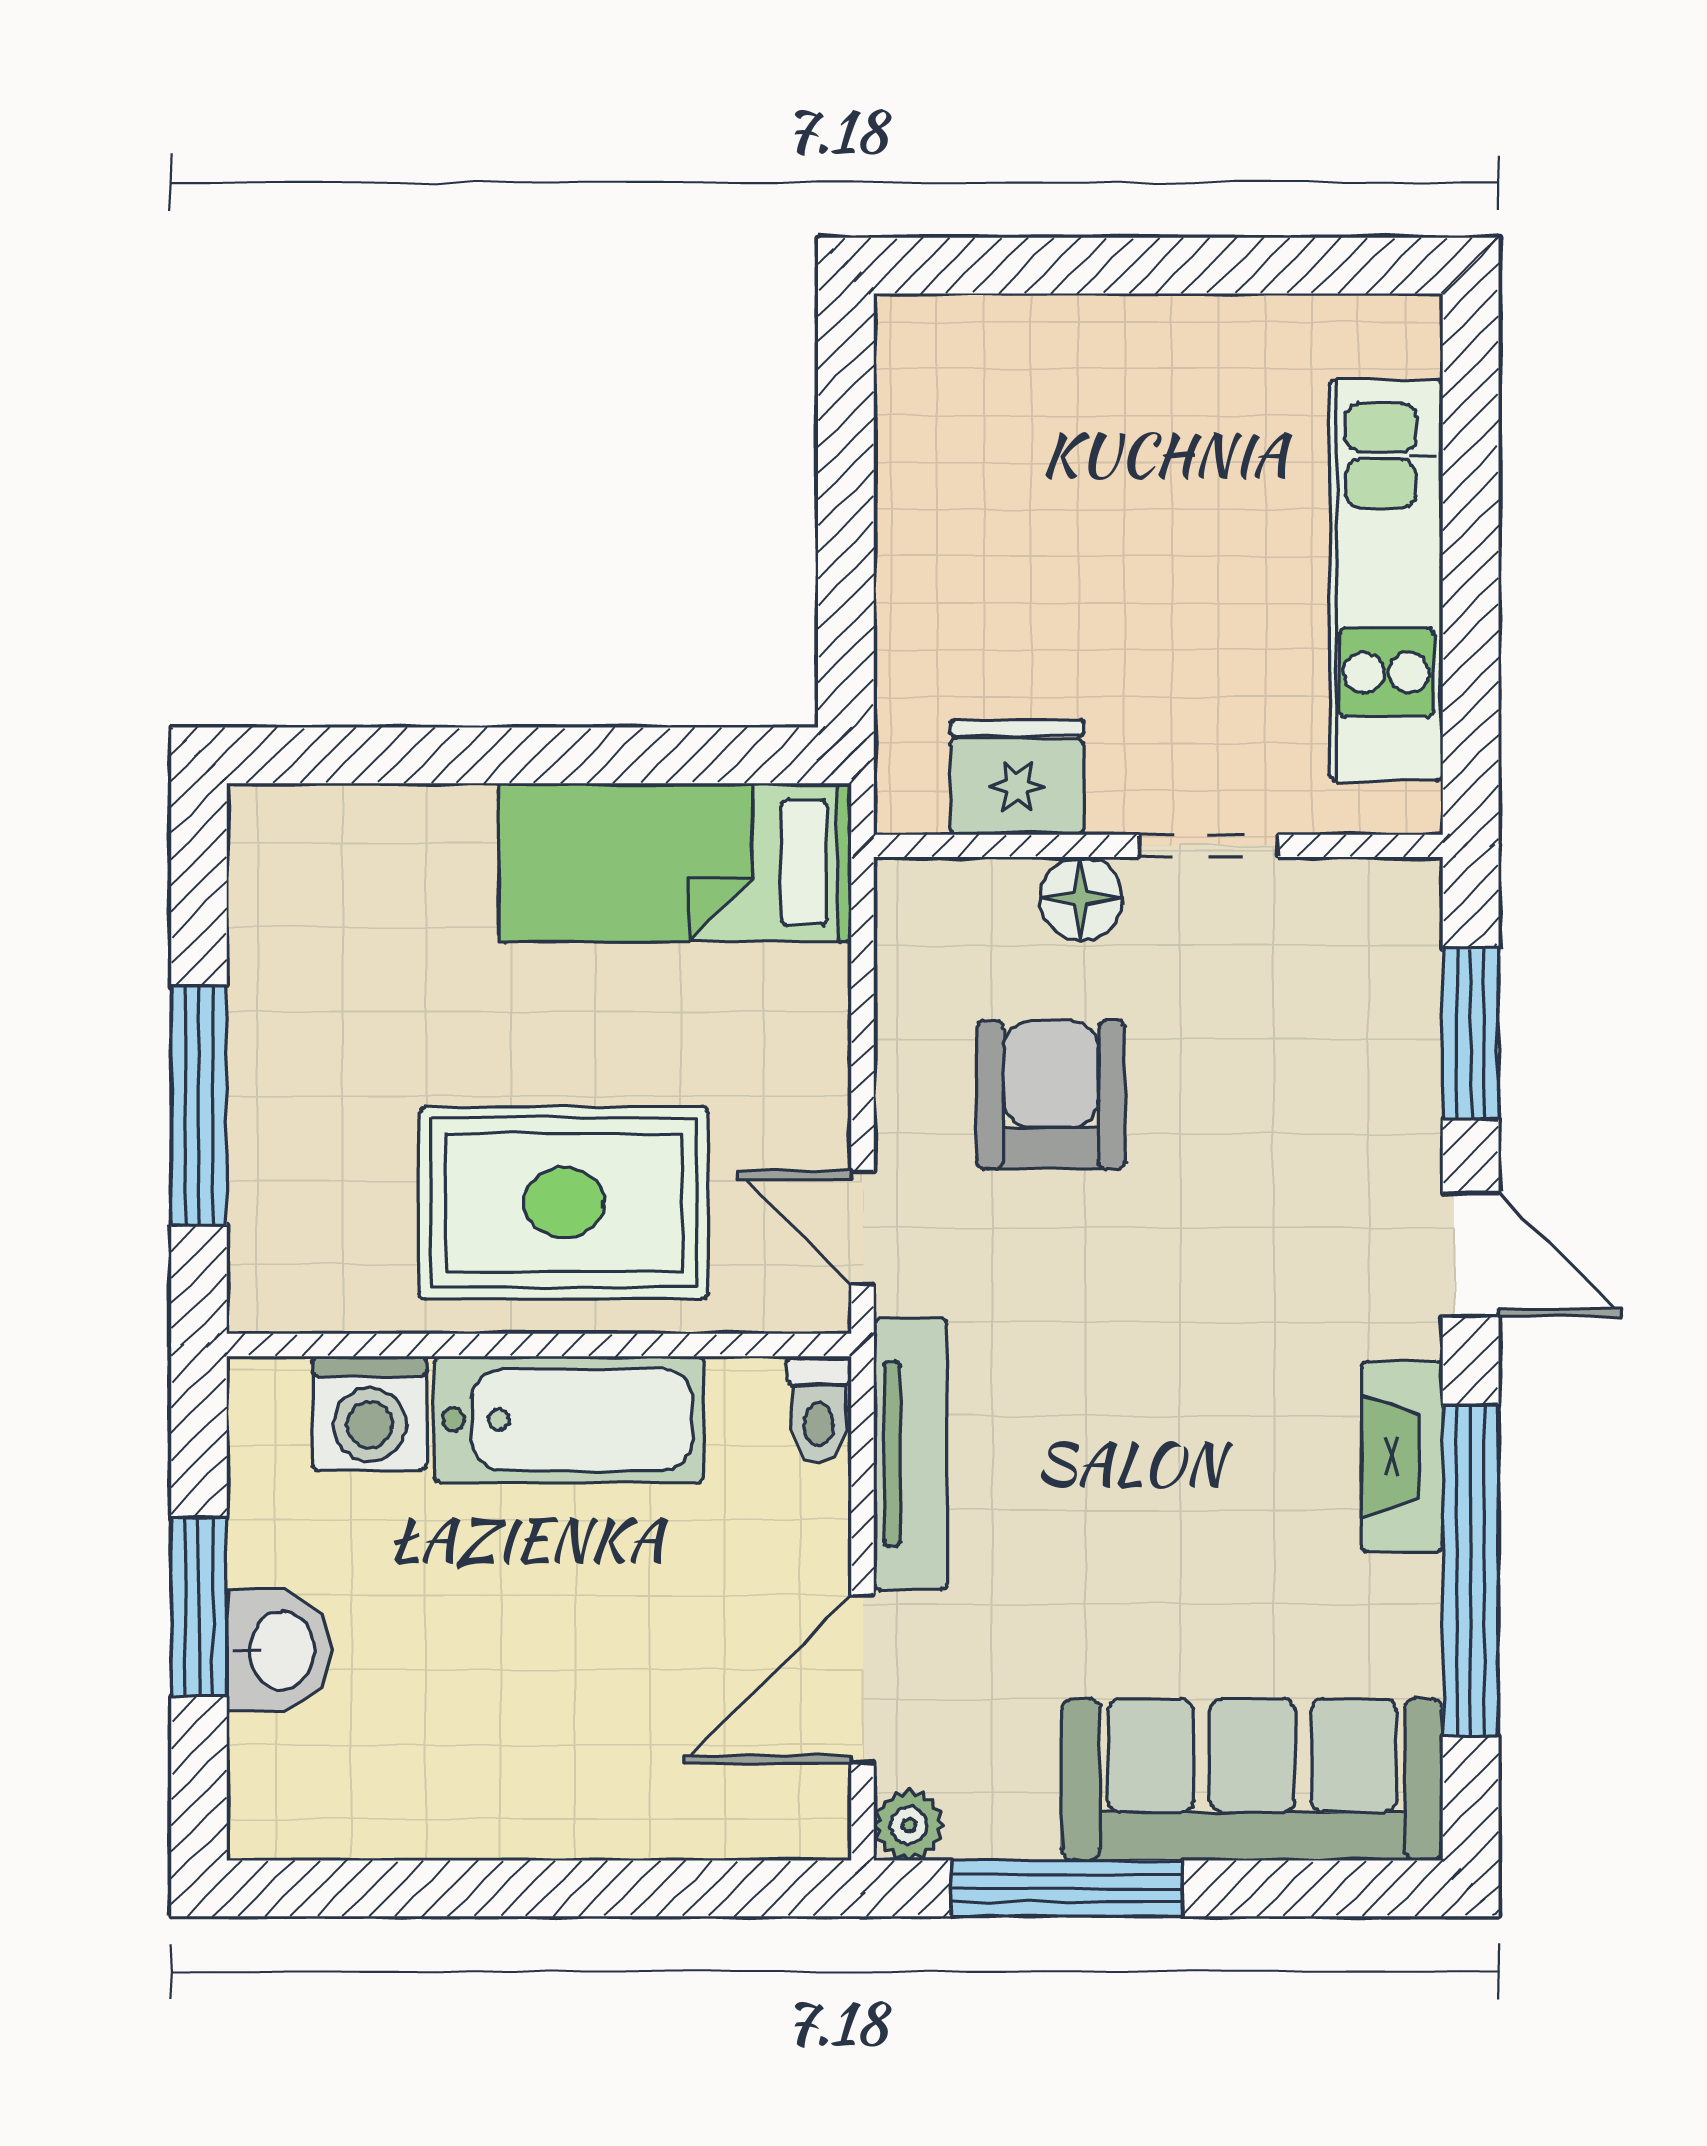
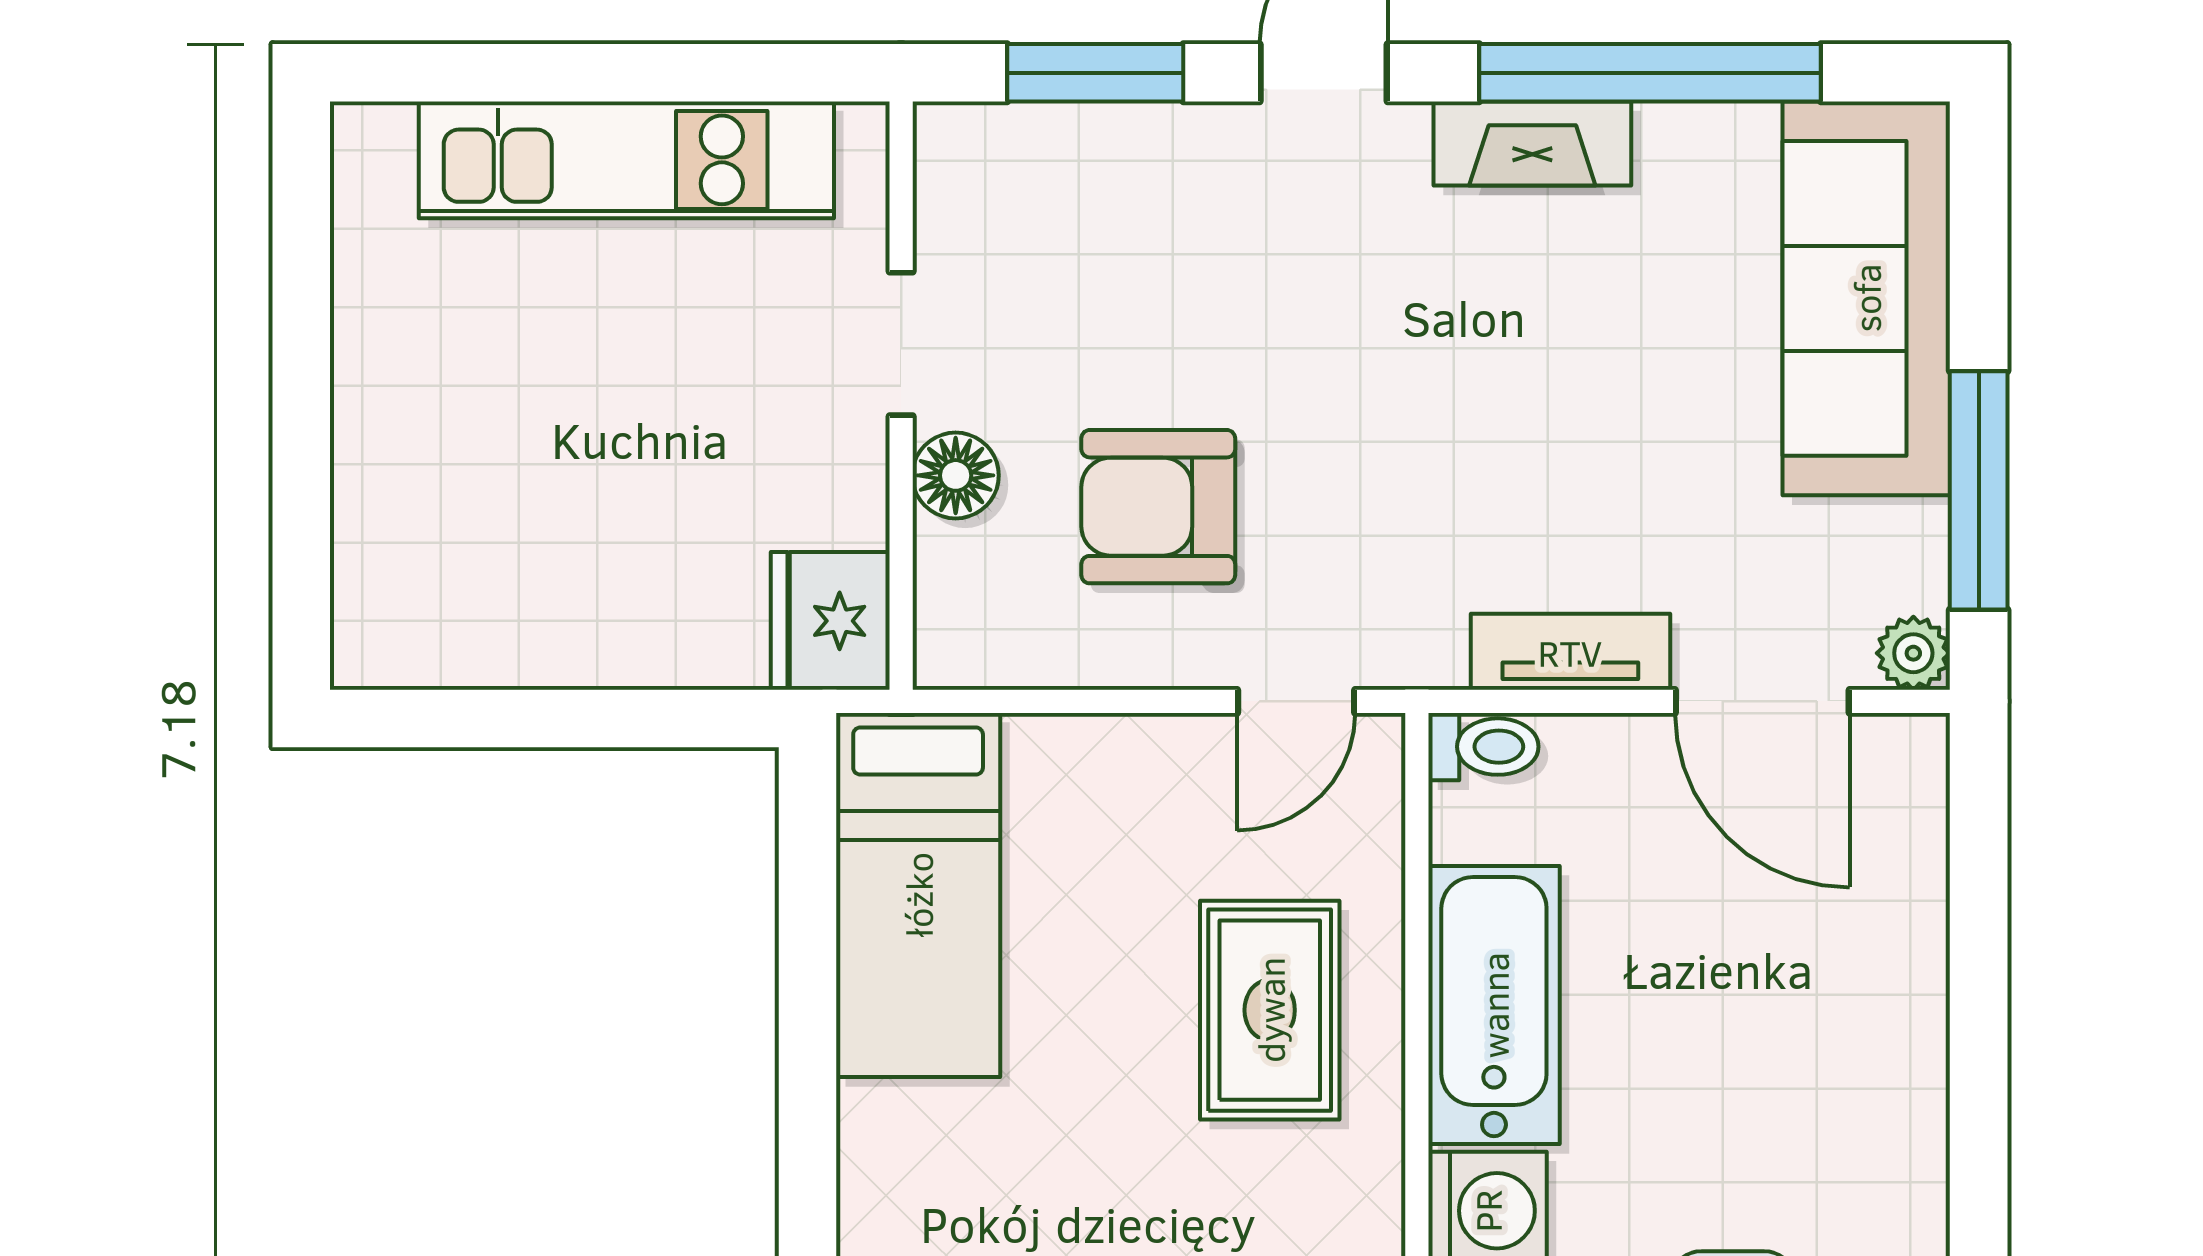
fridge: (1017, 777) -> (830, 621), moved
rug: (564, 1202) -> (1270, 1010), width x0.73, depth x0.70
tv unit: (910, 1454) -> (1570, 652), width x0.71

